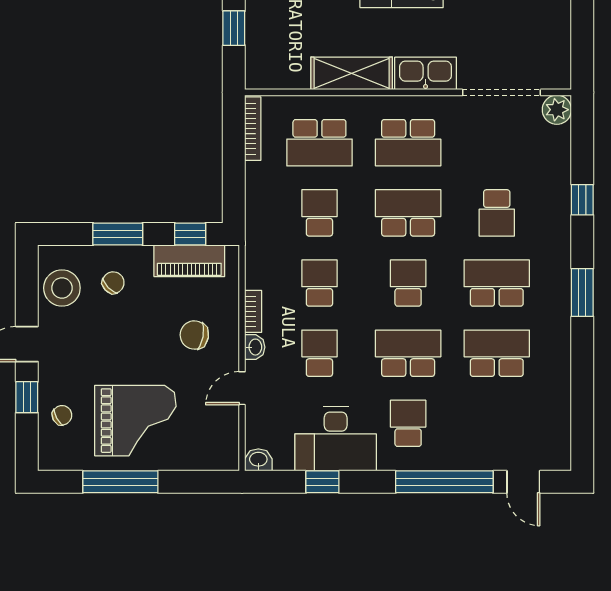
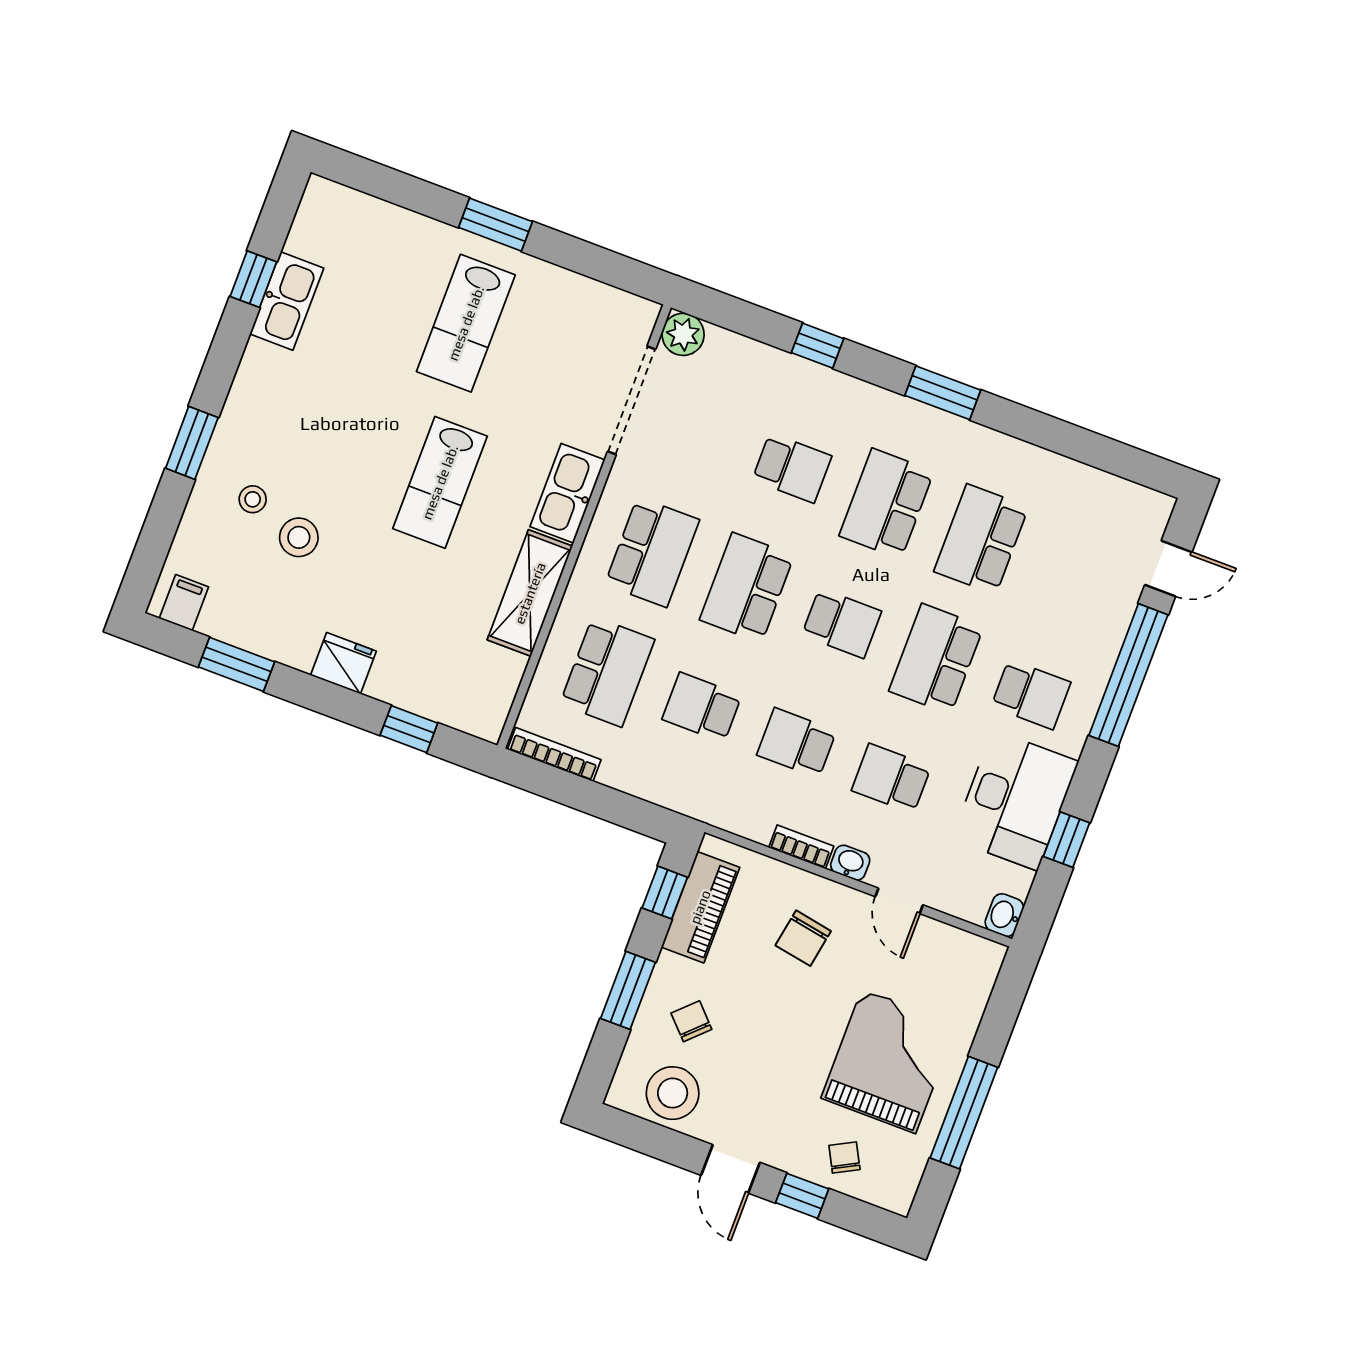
school desk: (408, 283) -> (842, 623), turned 180
school desk: (408, 423) -> (1031, 694), turned 180

